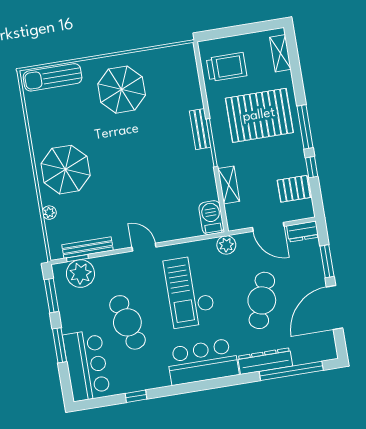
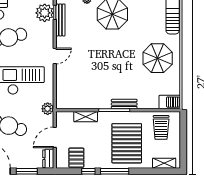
barbecue: (211, 218) -> (170, 102), moved

